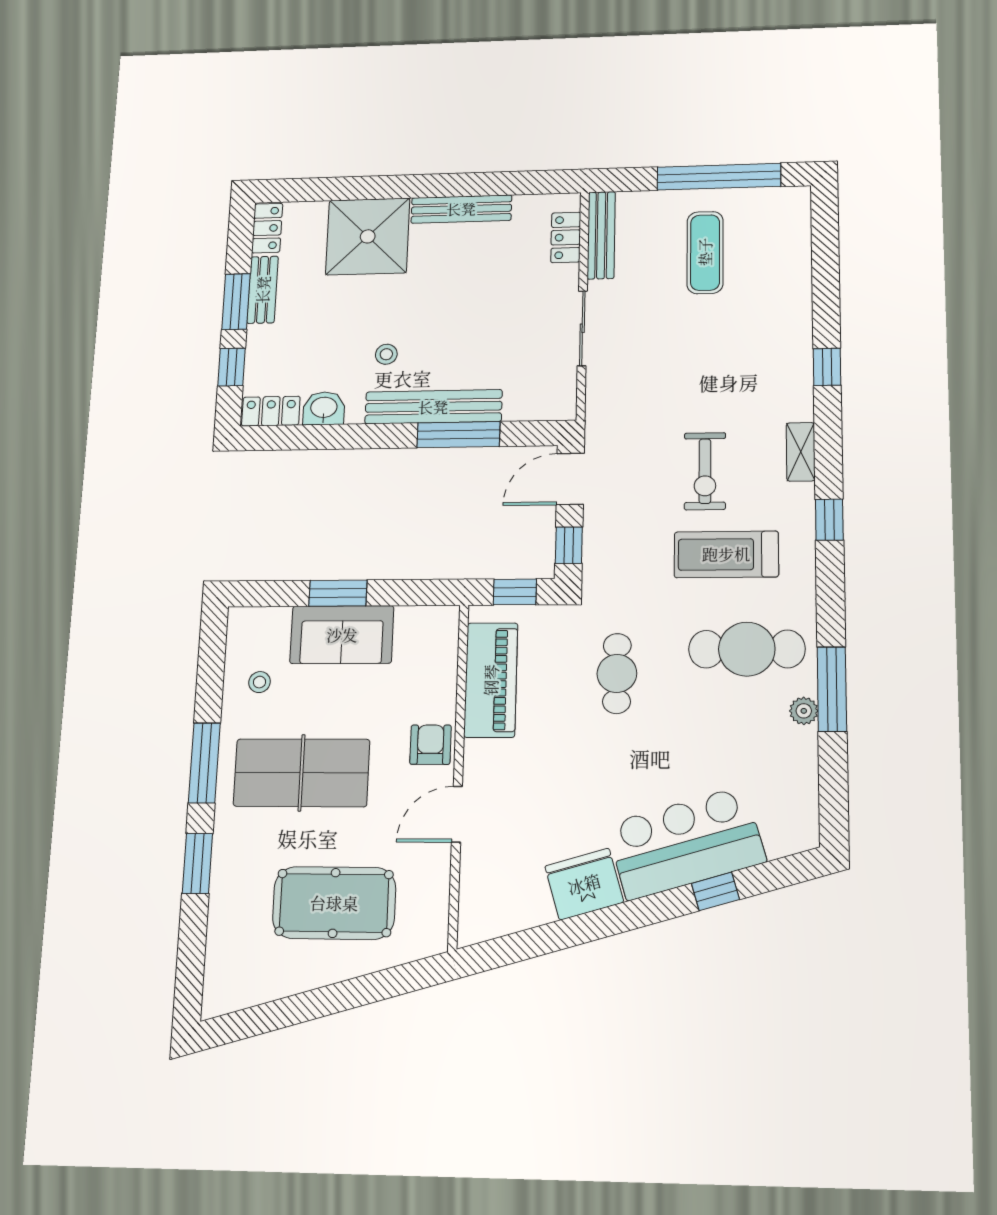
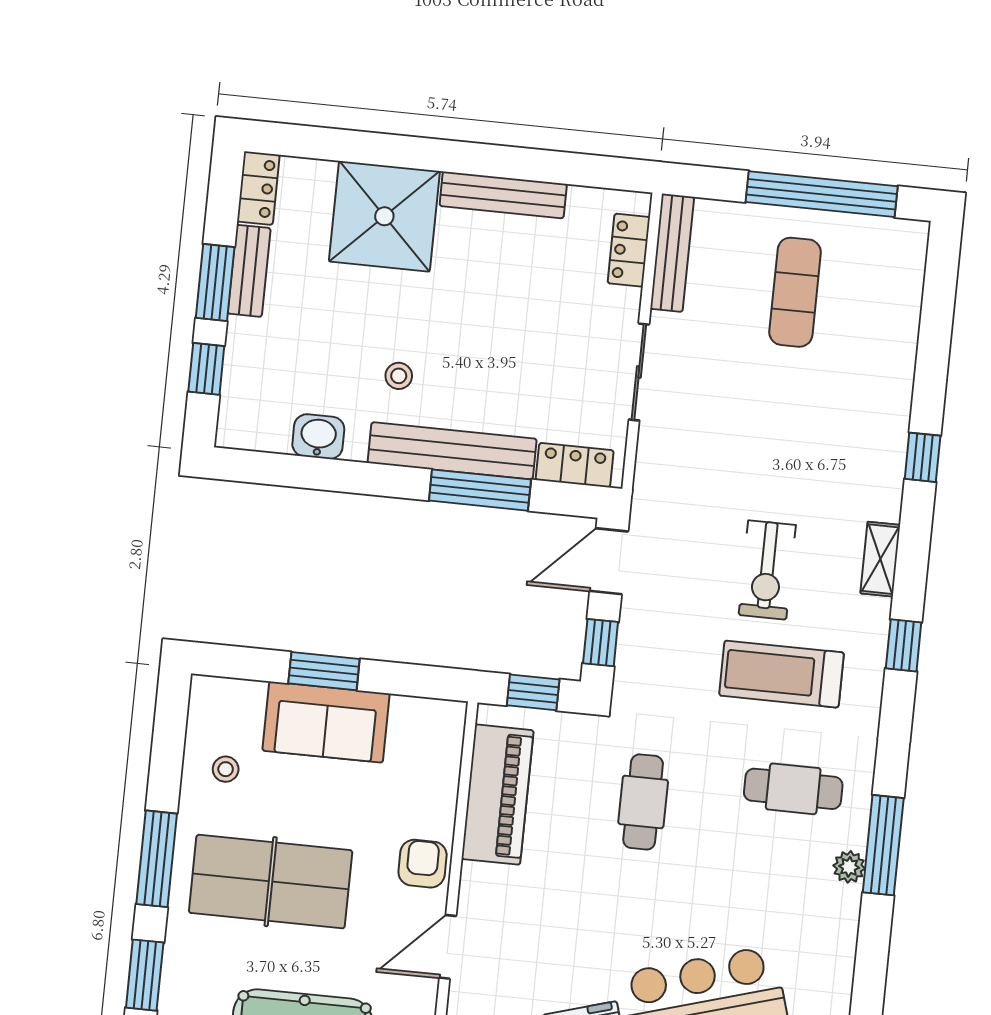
locker: (271, 411) -> (575, 465), moved
cafe table: (747, 649) -> (793, 789), width x0.73, depth x0.74

